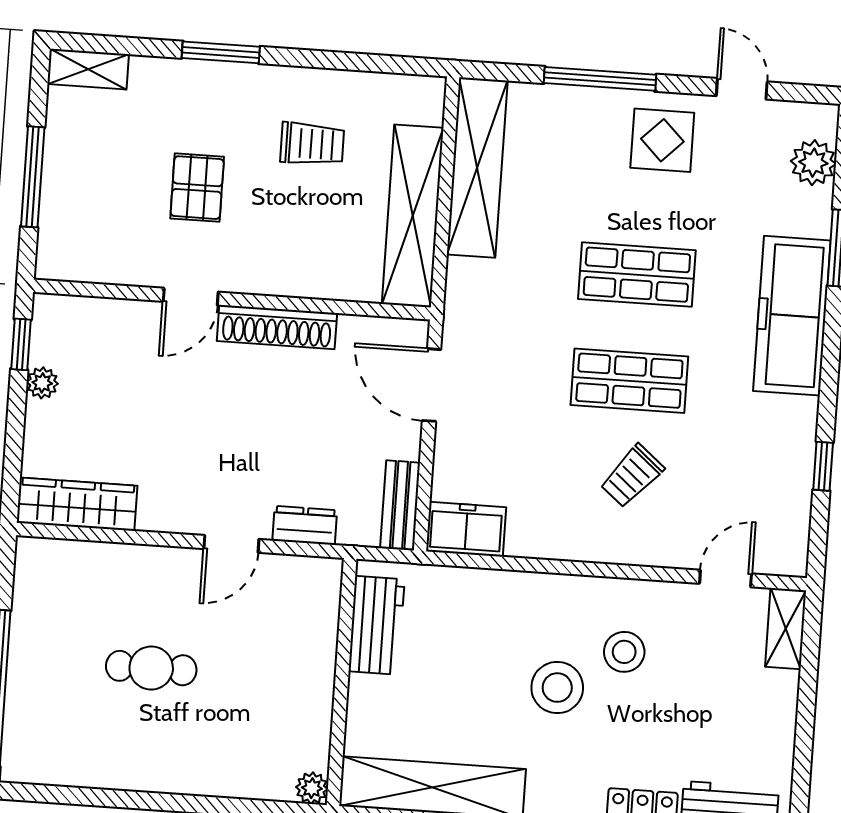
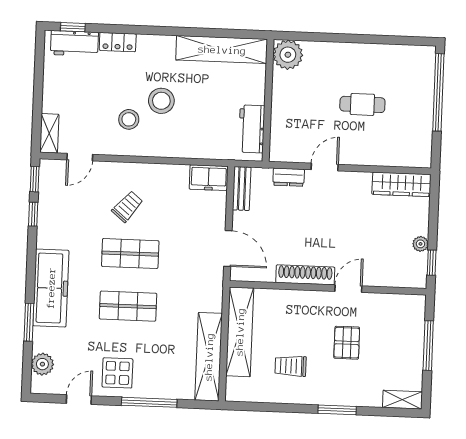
door: (742, 89) -> (79, 400), swing flipped
window: (818, 537) -> (35, 179), added
plant: (312, 788) -> (288, 55), width x1.87, depth x1.87

